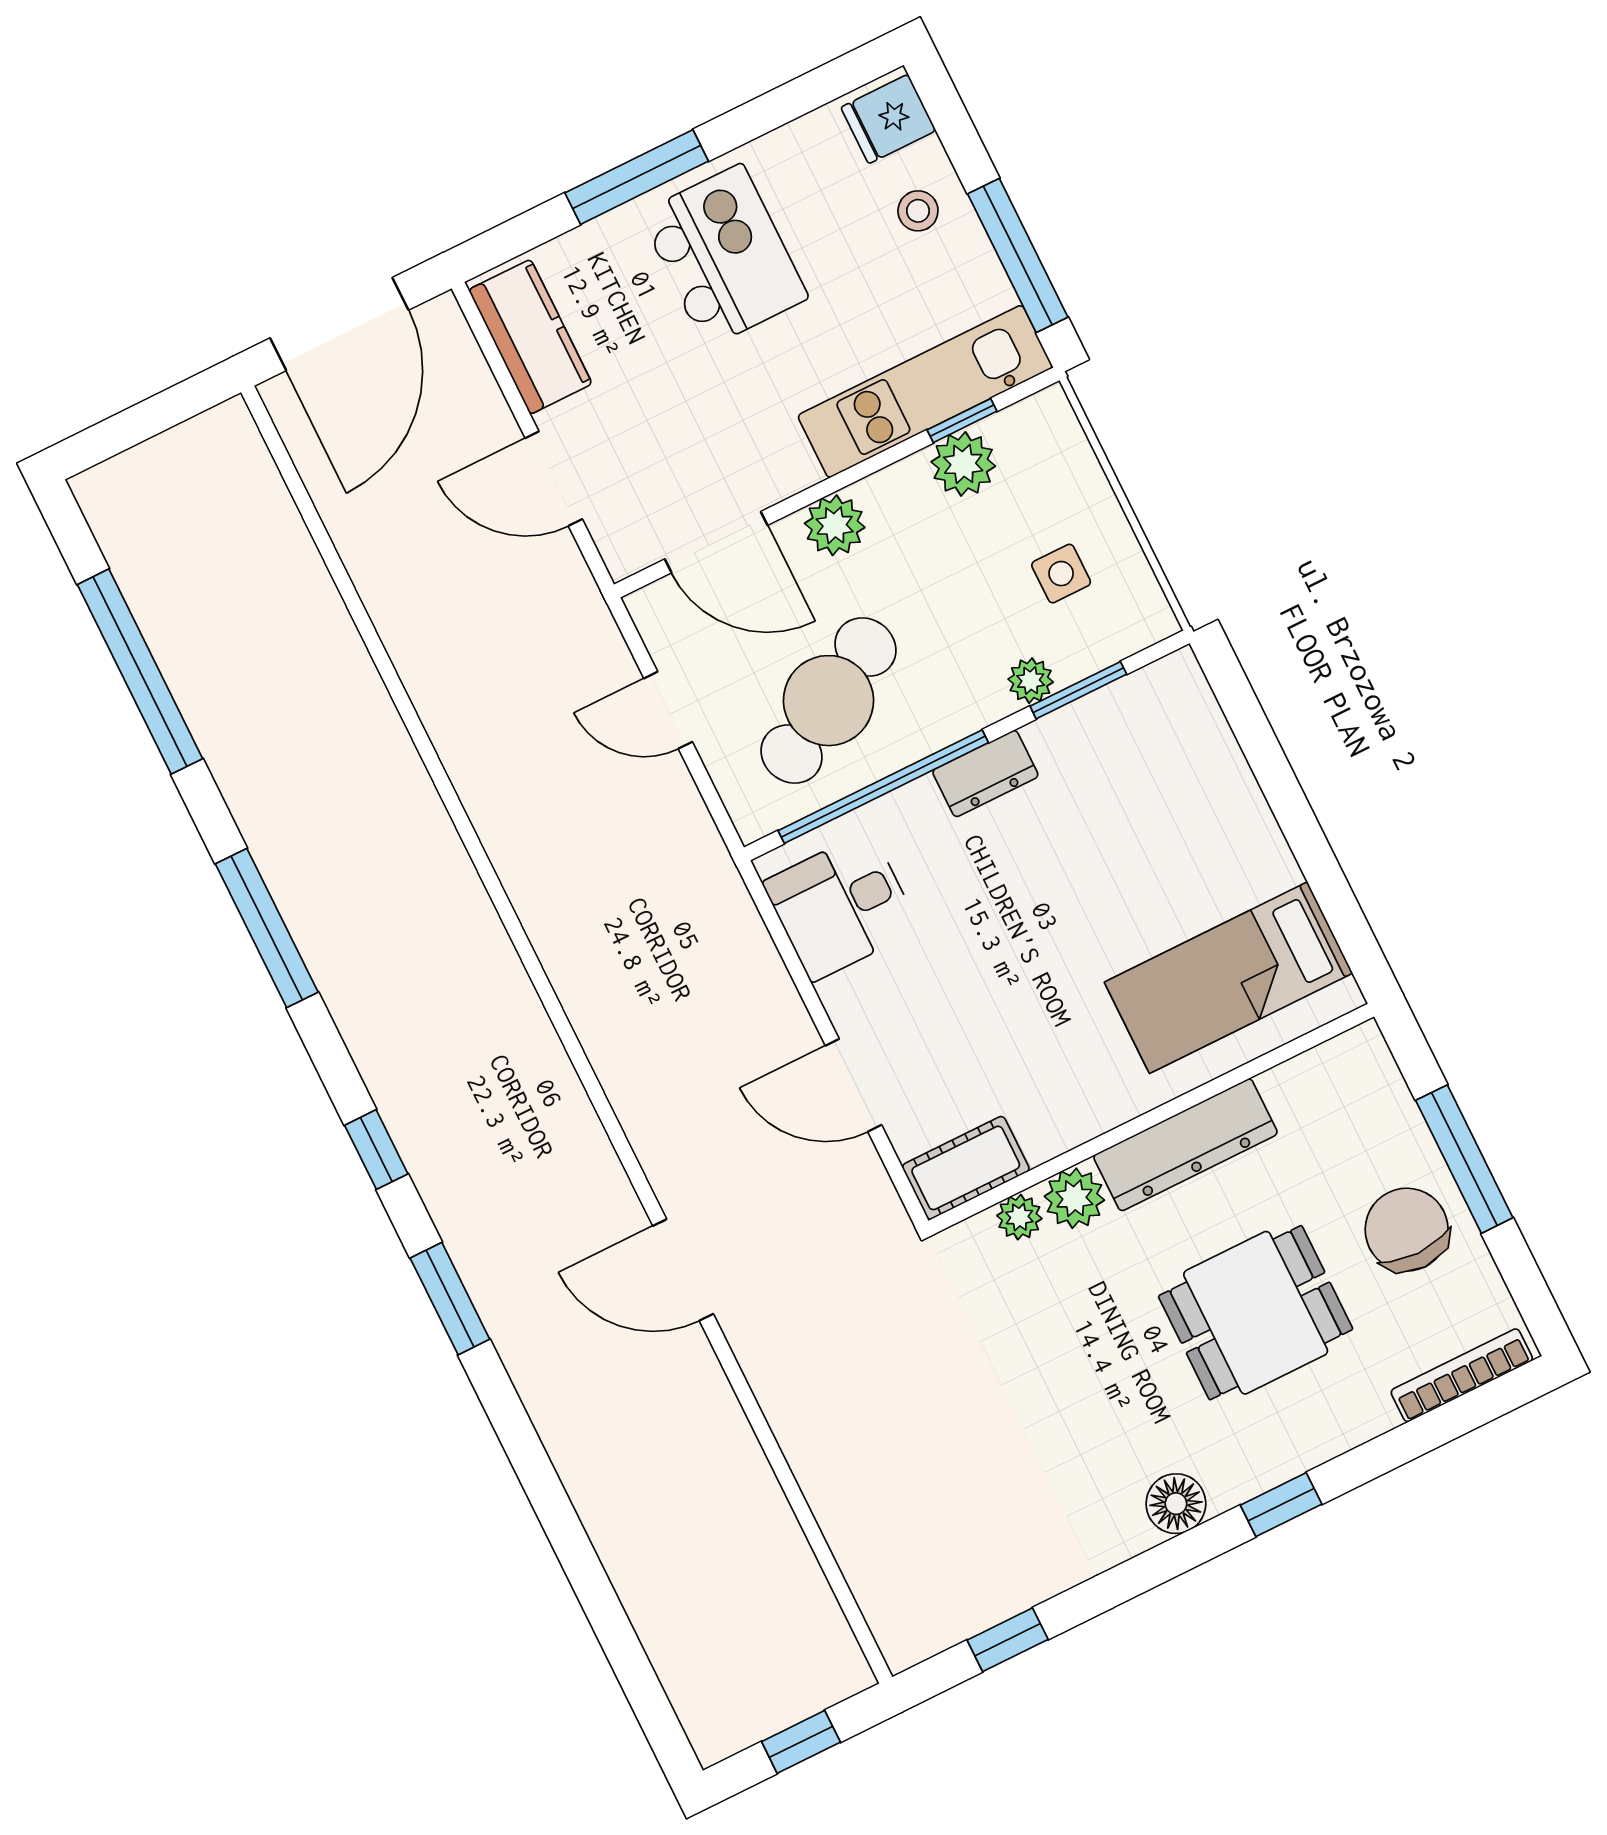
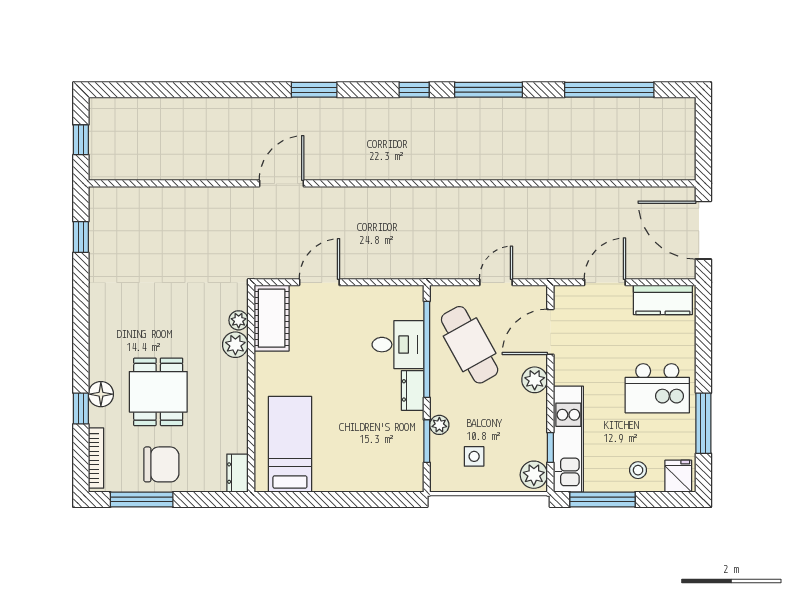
window: (637, 177) -> (703, 423), moved
plant: (963, 464) -> (534, 475), moved
desk: (841, 906) -> (398, 345), moved, turned 90
dresser: (1186, 1145) -> (237, 473), moved, width x0.51, depth x0.80
window: (376, 1150) -> (414, 90), moved
window: (1464, 1159) -> (142, 499), moved
cot: (966, 1168) -> (272, 318), width x1.37, depth x1.34
floor lamp: (1176, 1504) -> (101, 394), moved
window: (1281, 1505) -> (81, 409), moved

